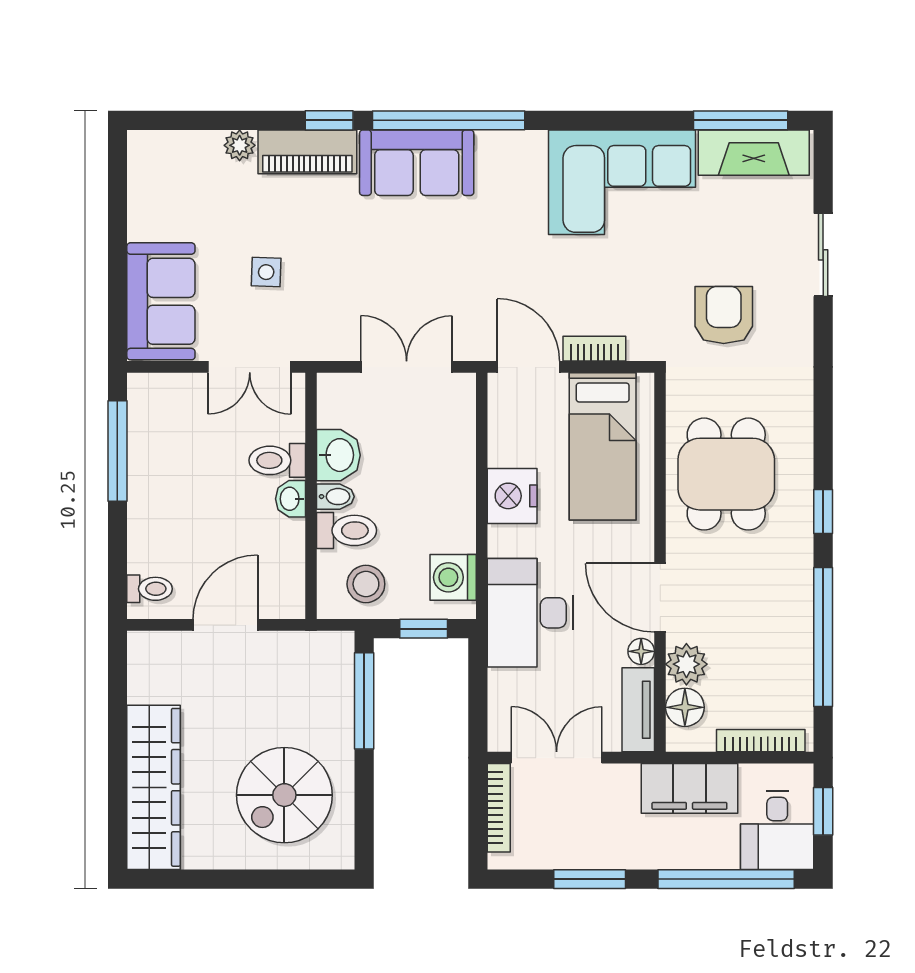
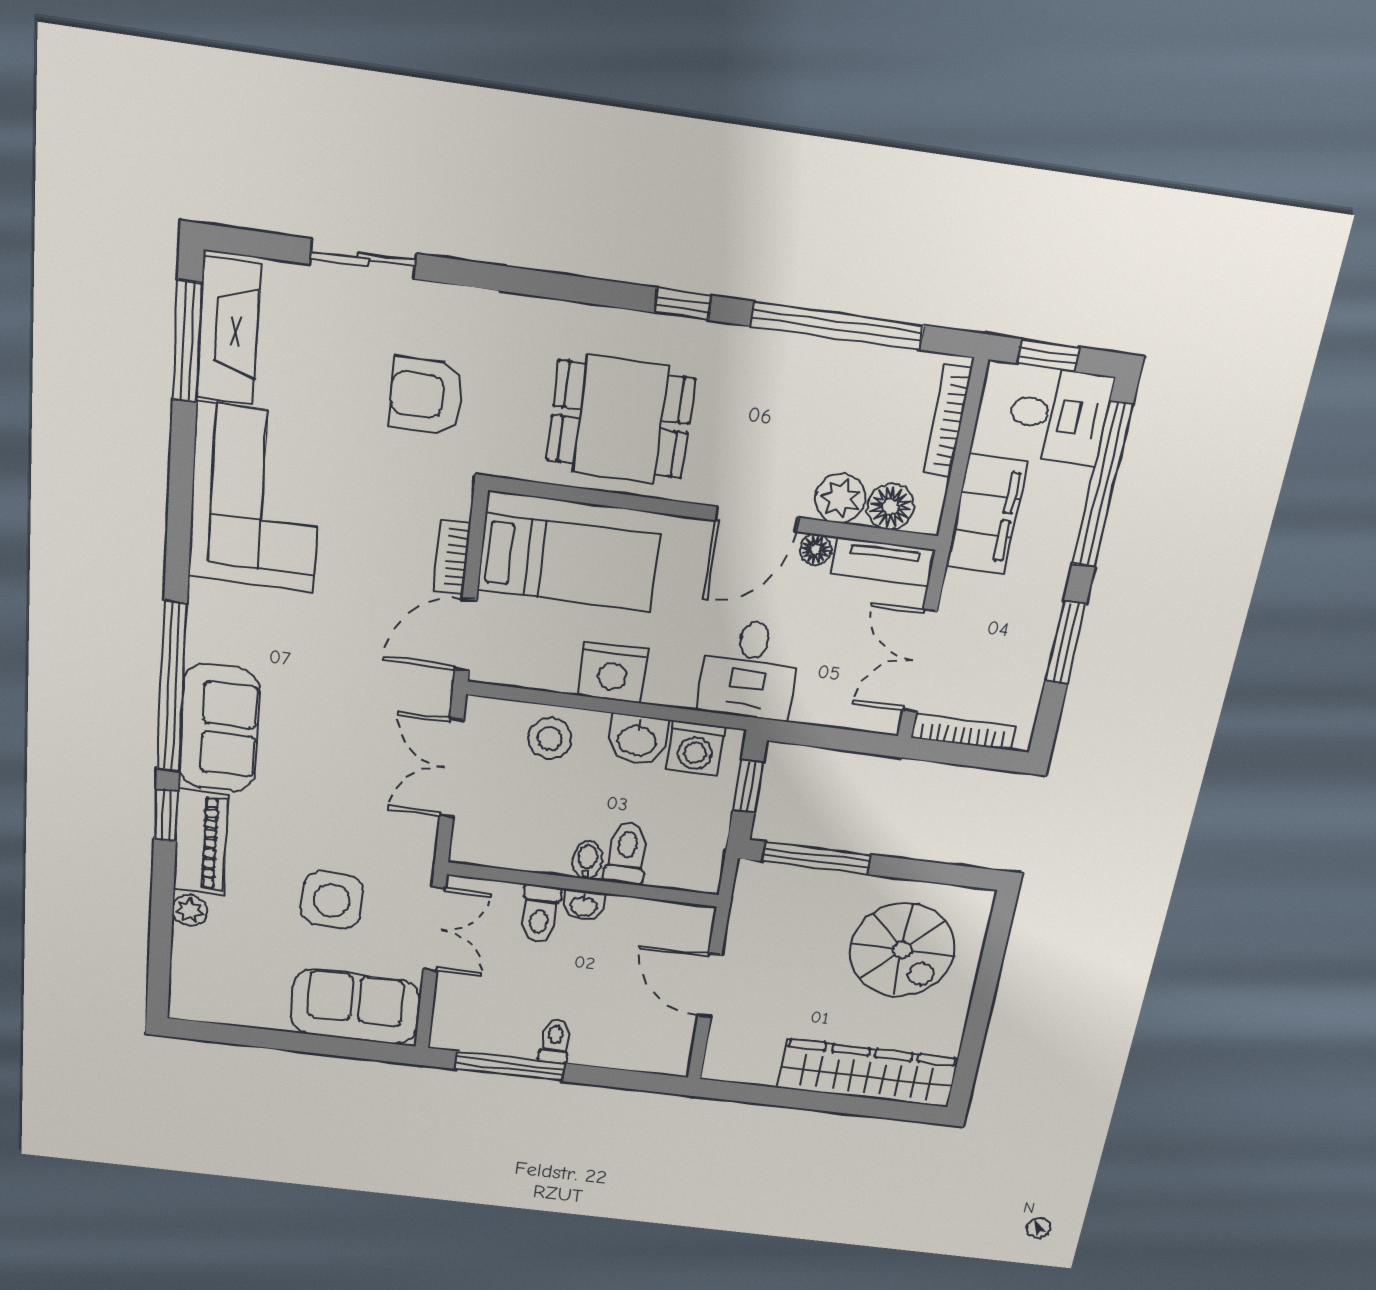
side table: (266, 272) -> (332, 900), width x1.87, depth x1.87
washbasin: (338, 455) -> (637, 740), moved, turned 180
stool: (366, 584) -> (550, 739), moved
toilet: (150, 589) -> (555, 1041), moved
desk: (530, 613) -> (749, 669), width x0.73

